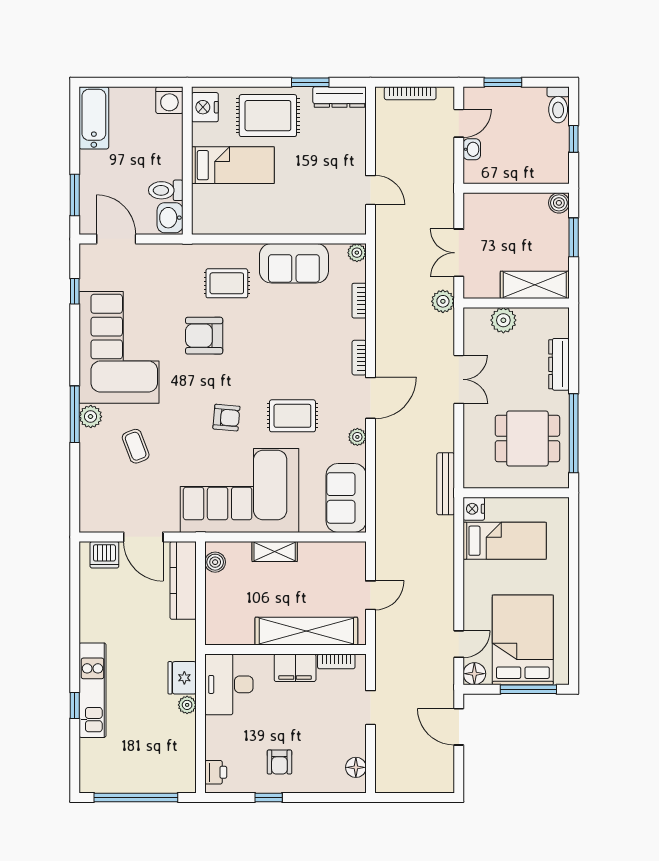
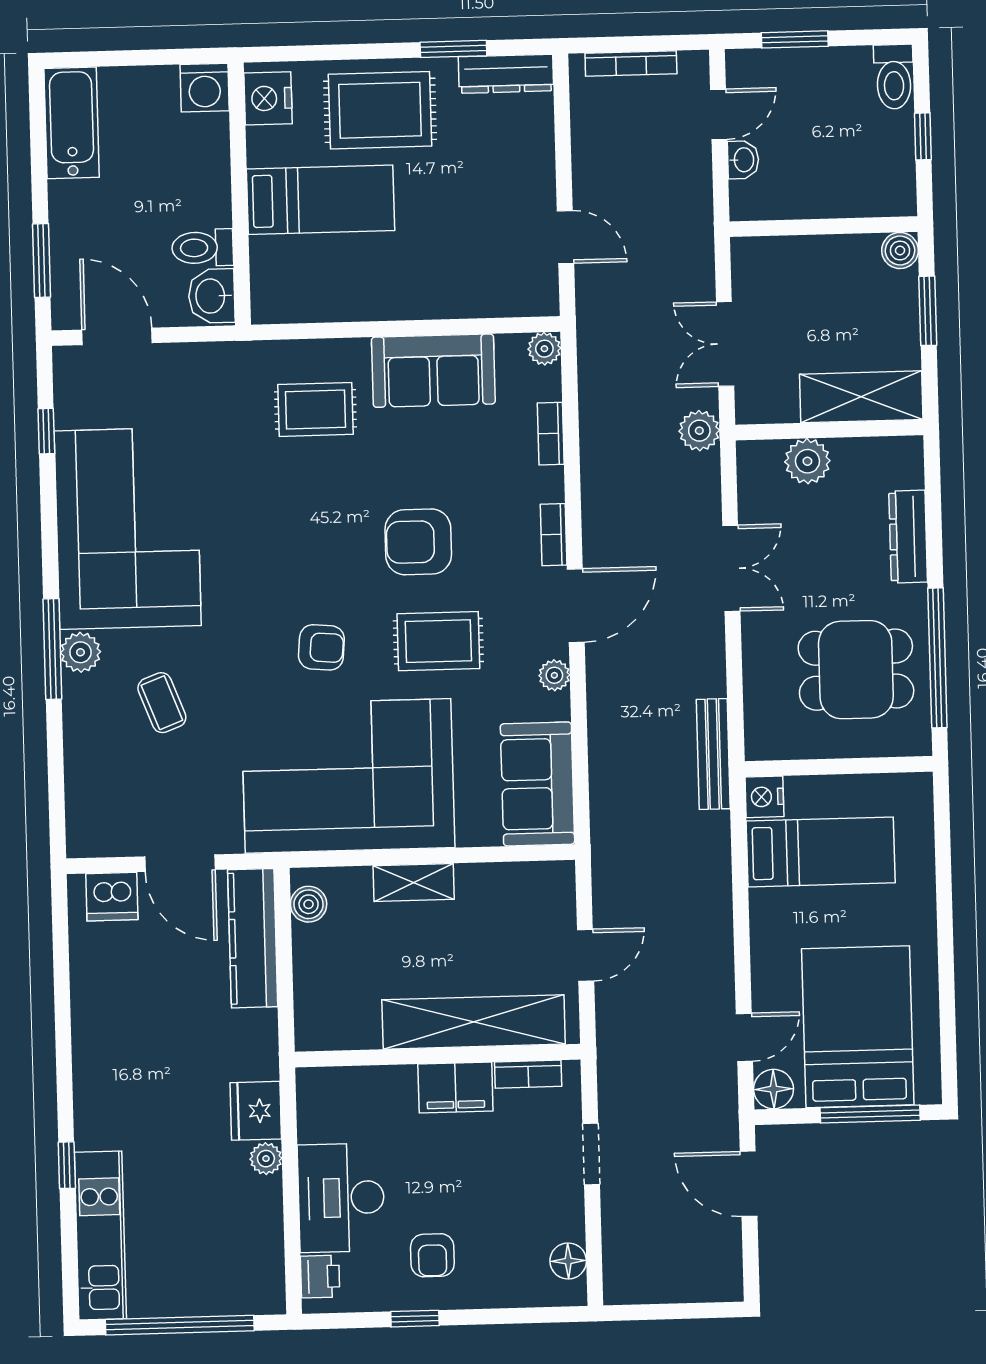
armchair: (204, 336) -> (418, 542), moved
desk: (229, 684) -> (341, 1198), moved
kitchen unit: (93, 690) -> (100, 1235), moved

